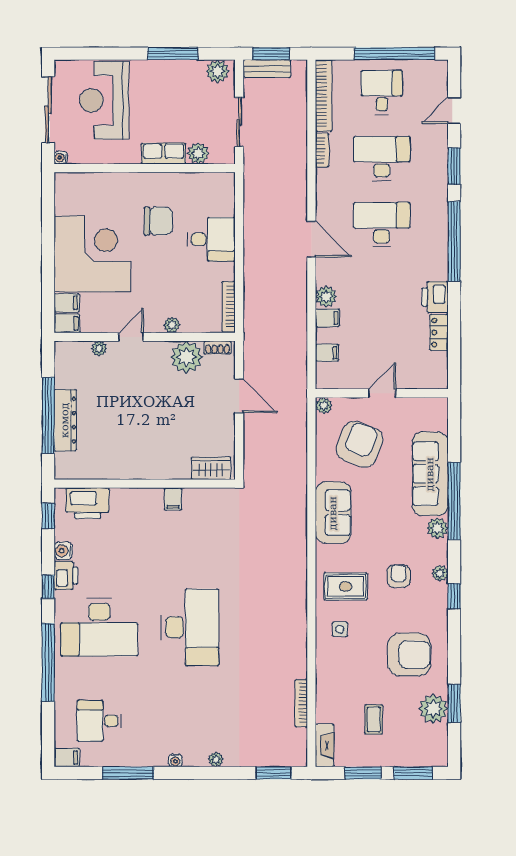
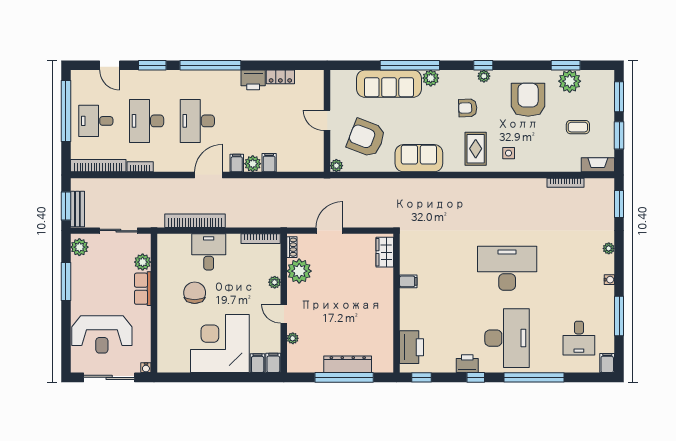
bookcase: (252, 222) -> (195, 221), added
filing cabinet: (327, 353) -> (237, 163), moved
water cooler: (63, 551) -> (448, 366), removed
plant: (440, 573) -> (484, 76), moved

